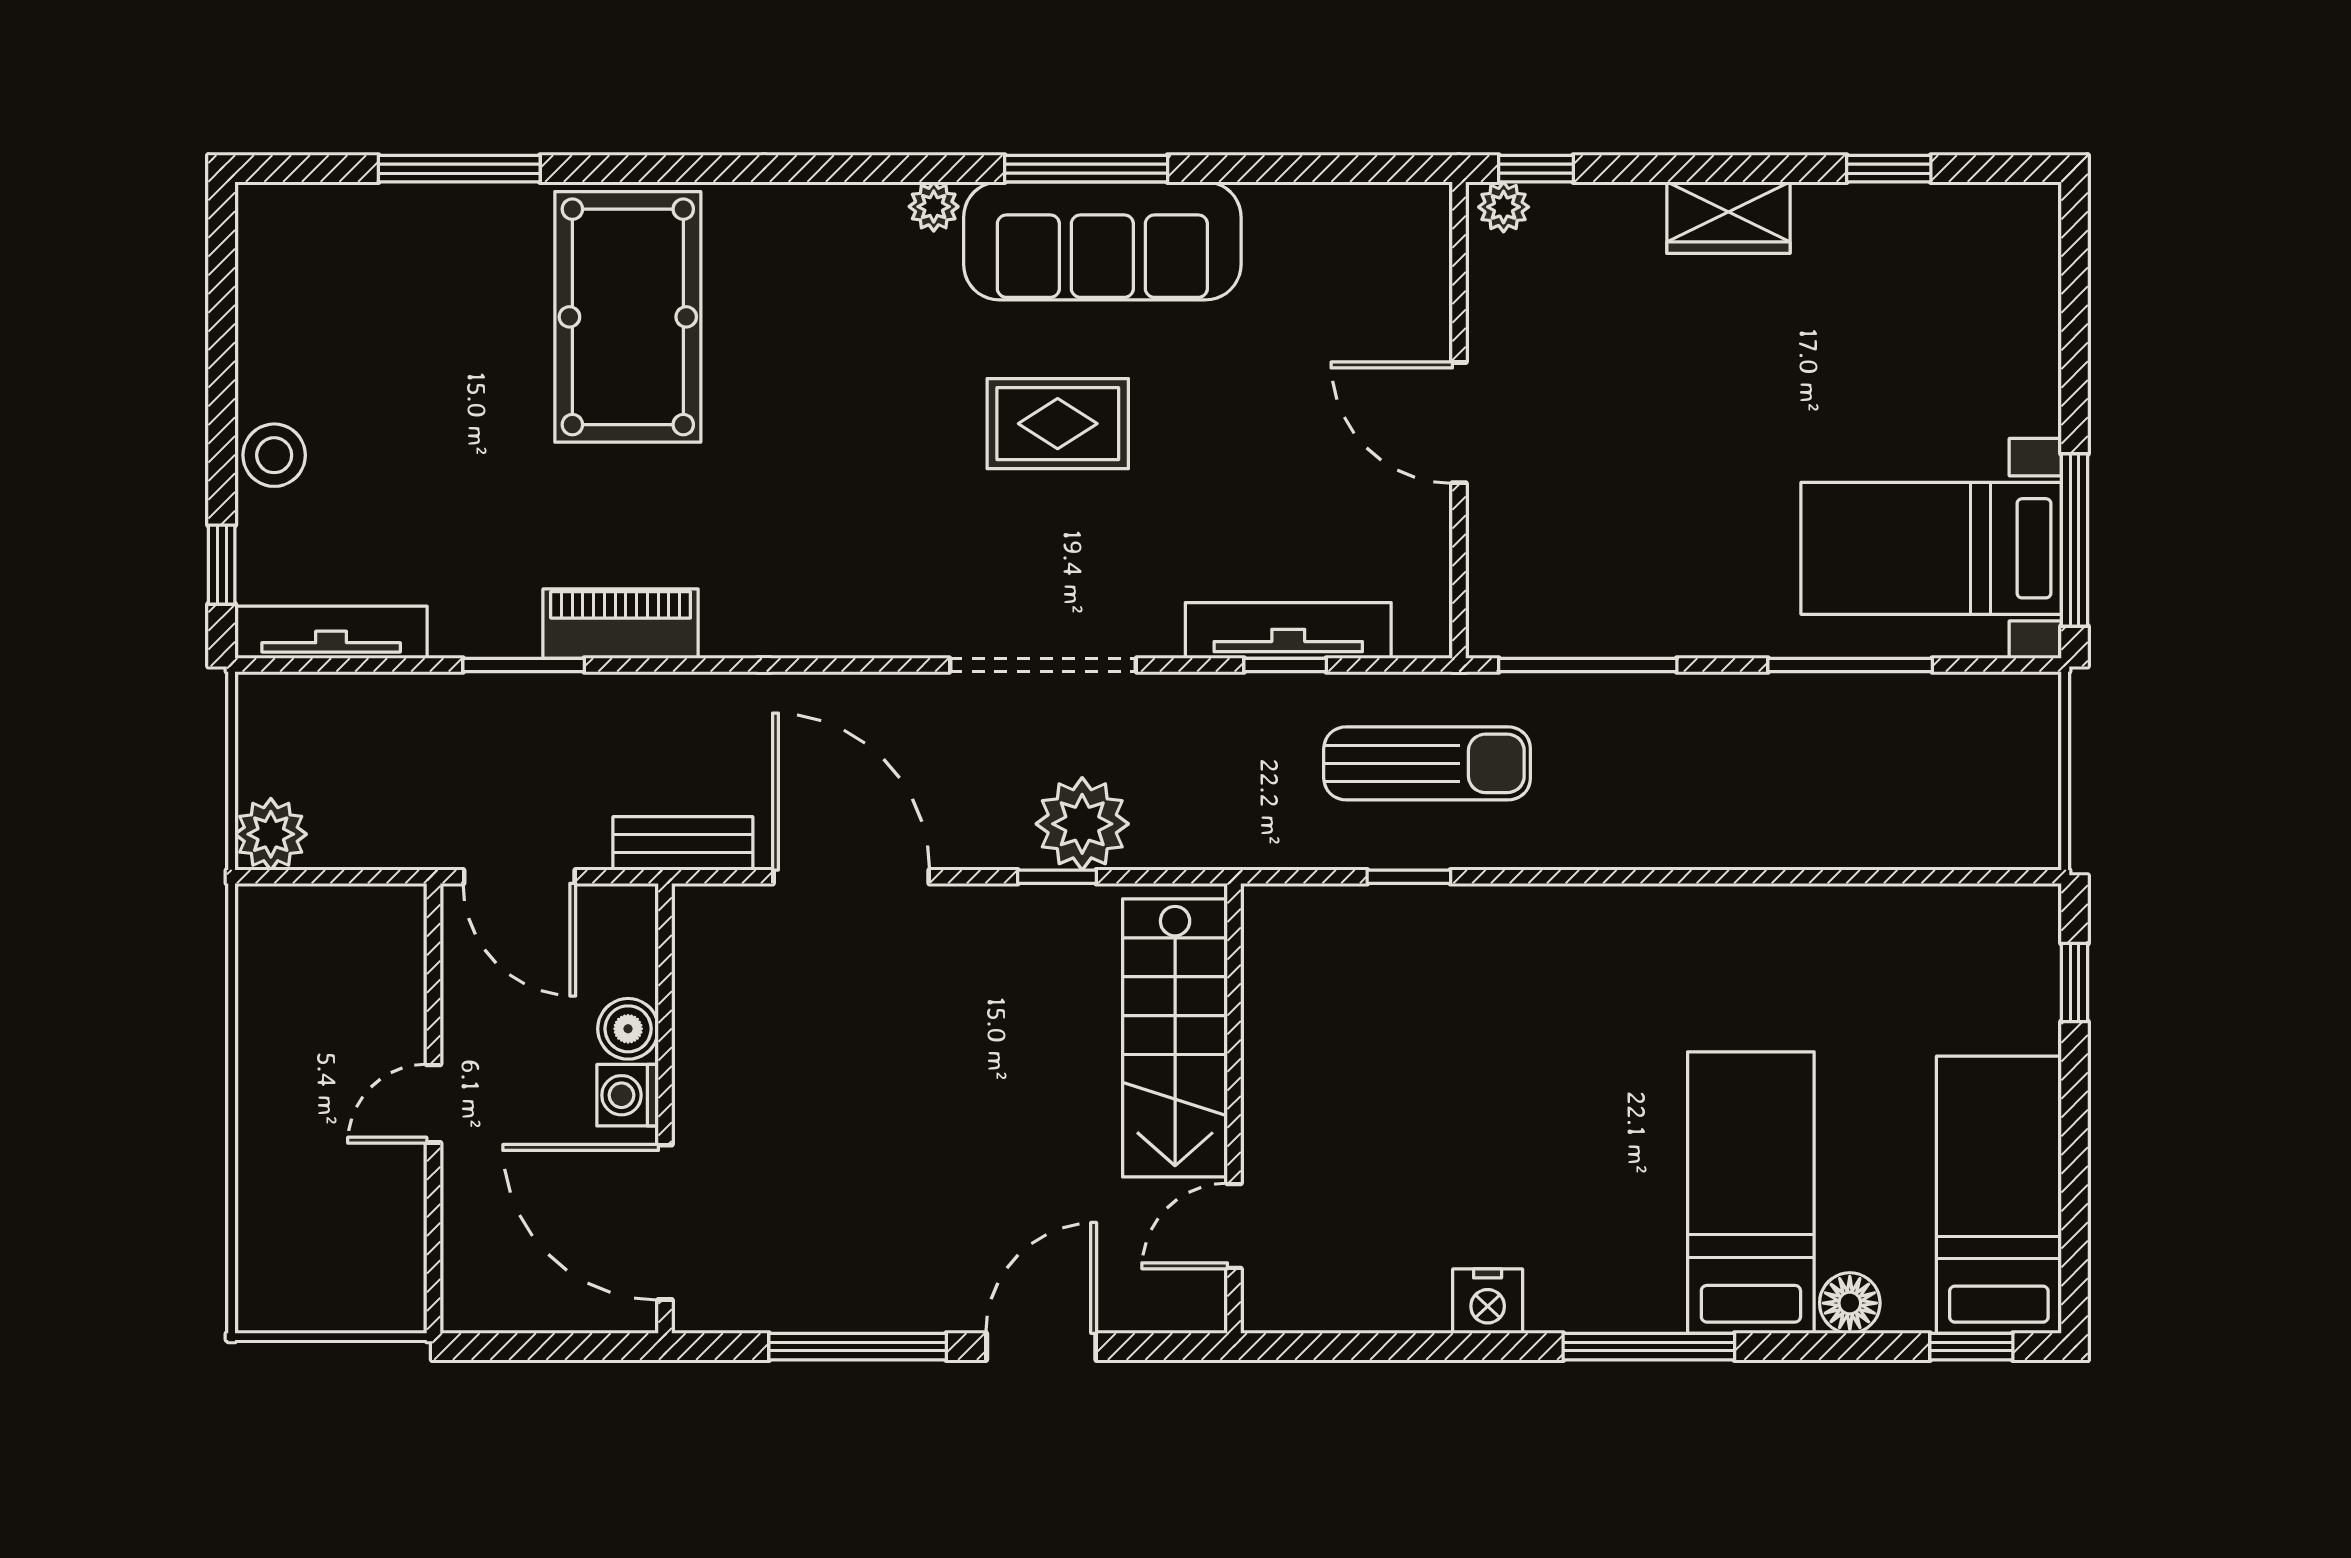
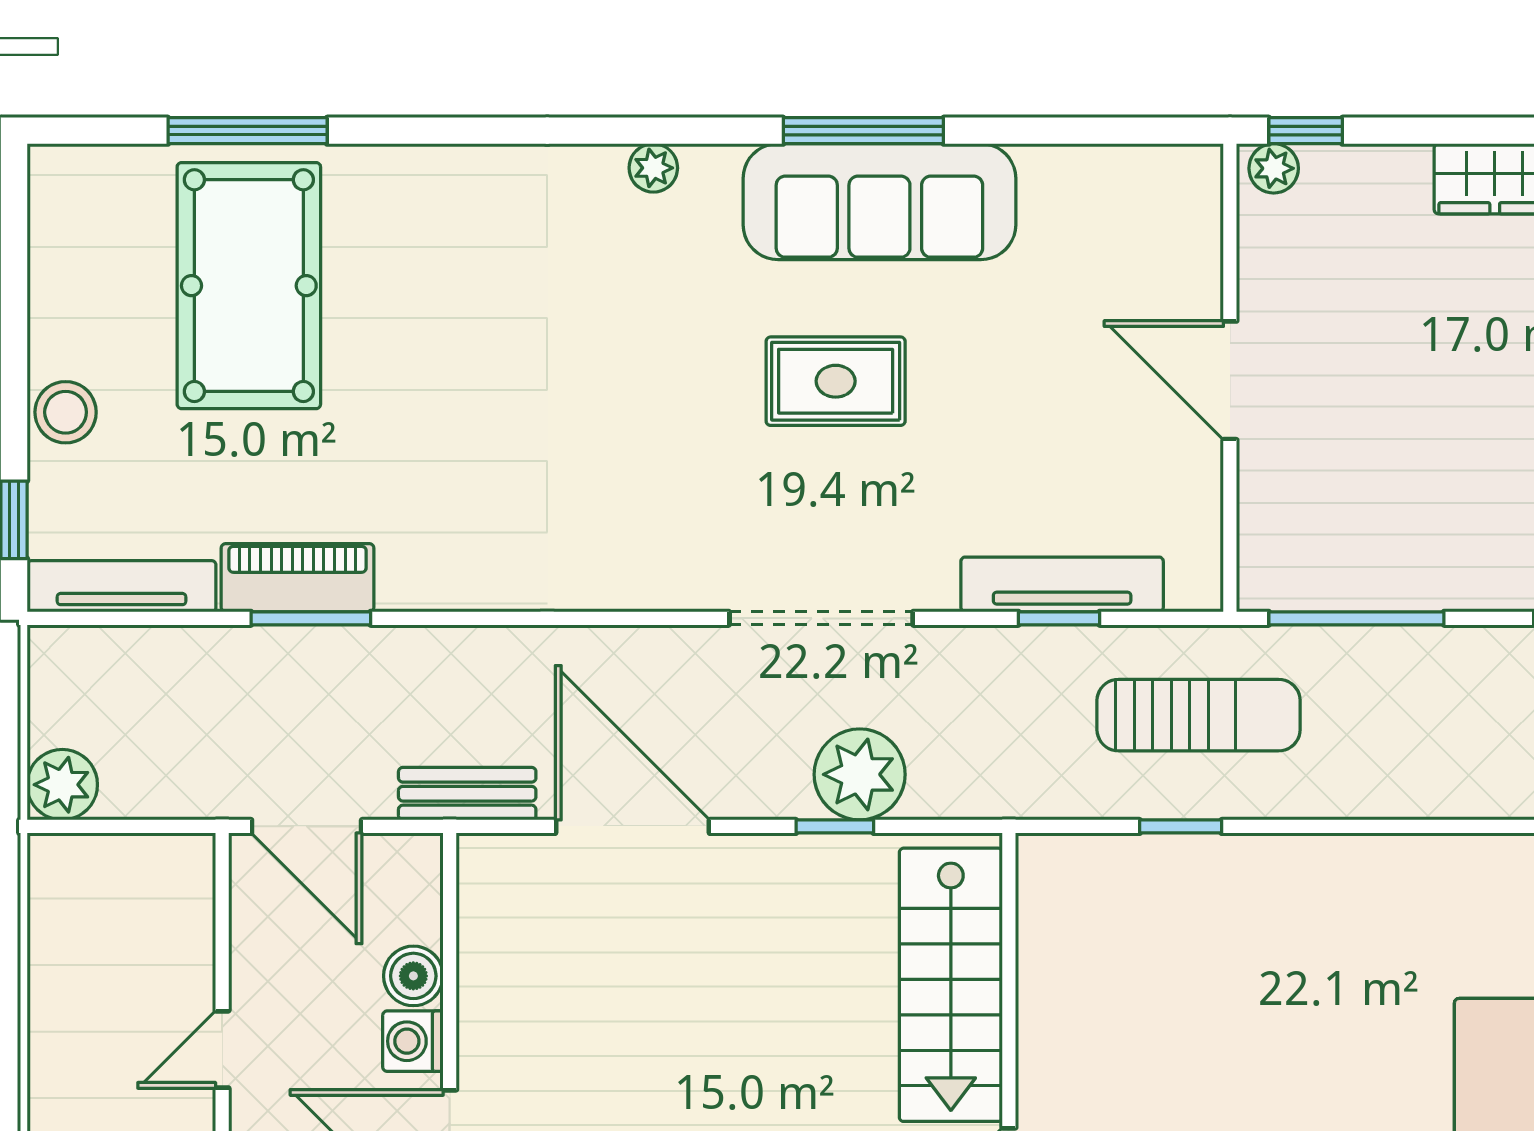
plant: (934, 207) -> (653, 168), moved
pool table: (628, 317) -> (249, 286), moved
piano: (621, 624) -> (297, 578), moved

